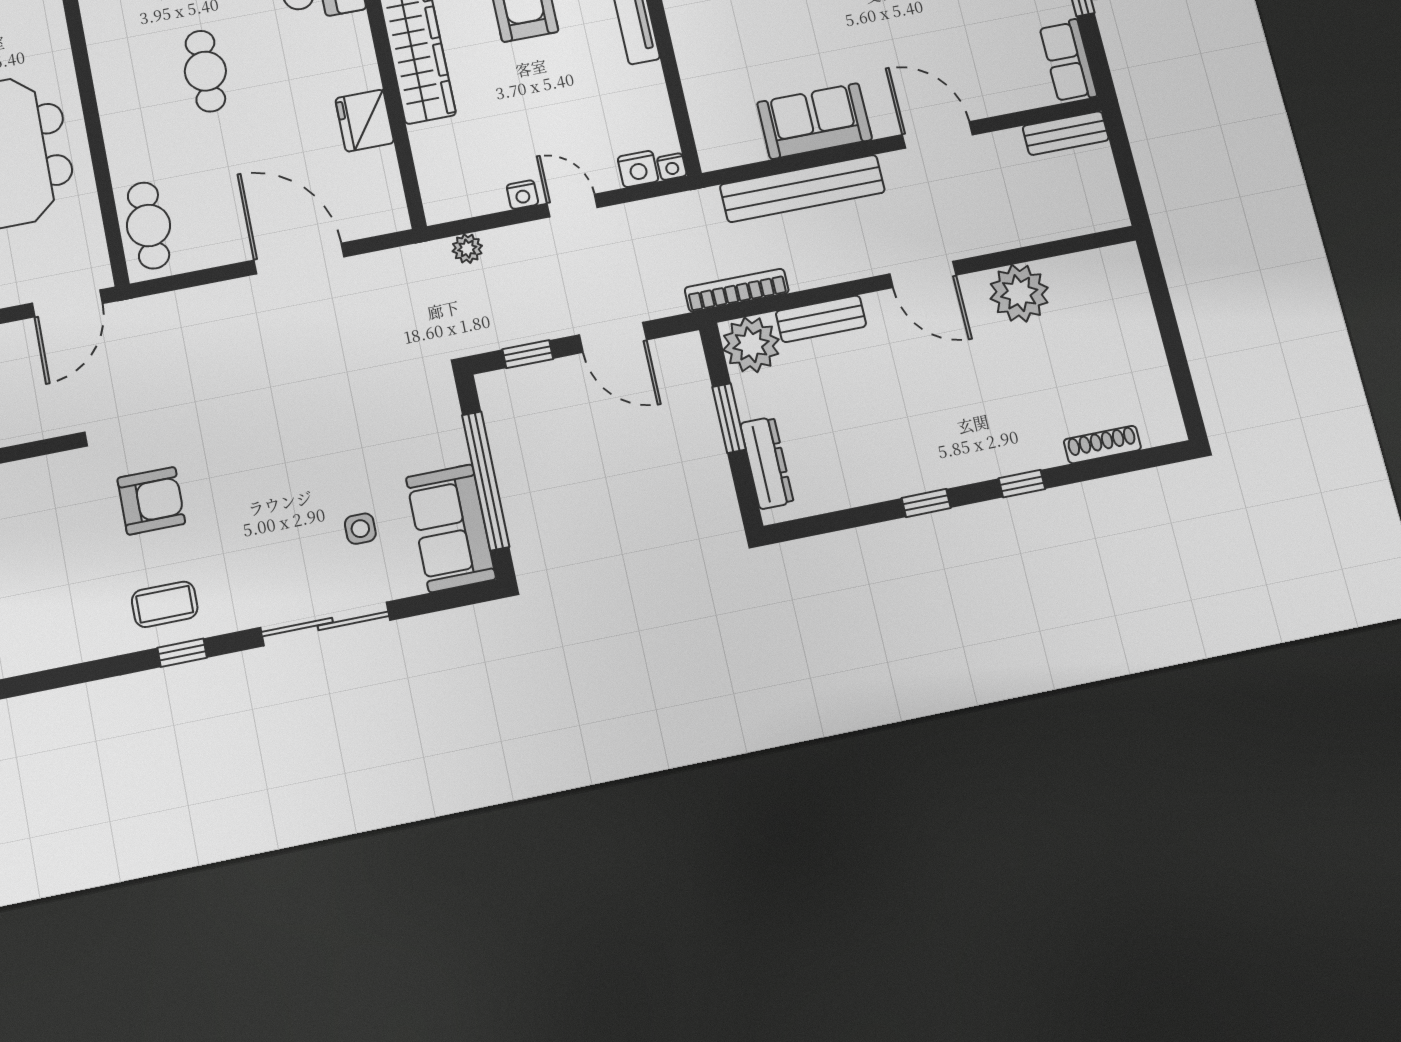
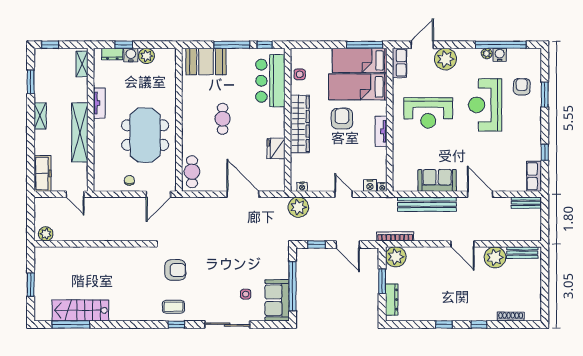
nightstand: (522, 195) -> (302, 187), moved
plant: (467, 249) -> (298, 207), width x1.88, depth x1.88
bench: (821, 319) -> (522, 253), moved

